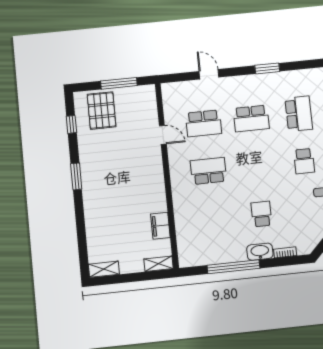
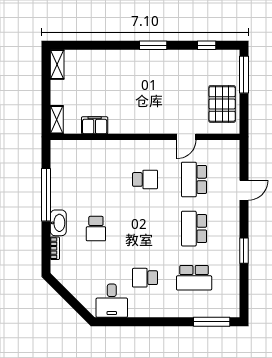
window: (119, 83) -> (244, 75), moved
pallet: (102, 111) -> (222, 104), moved, turned 90
school desk: (208, 171) -> (145, 179), width x0.54
school desk: (261, 214) -> (96, 229), turned 90

